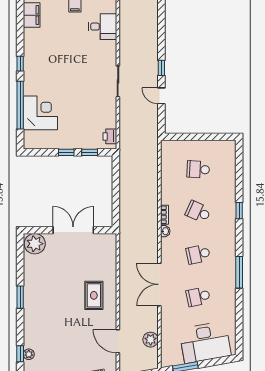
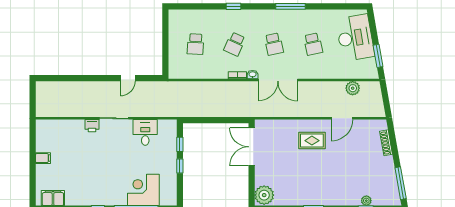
desk: (103, 27) -> (145, 132), moved
window: (161, 68) -> (102, 78), removed
printer: (110, 136) -> (92, 126), moved
double door: (73, 230) -> (252, 147), moved
double door: (159, 284) -> (278, 80), moved
door: (118, 341) -> (342, 118), moved

